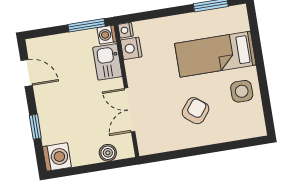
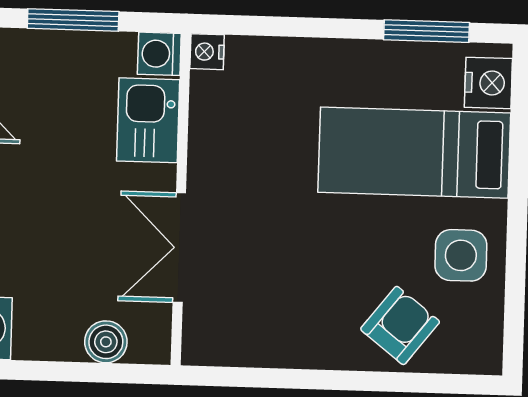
window: (86, 25) -> (73, 20), moved
nightstand: (131, 48) -> (488, 83), moved, turned 180
armchair: (195, 111) -> (400, 325), moved

